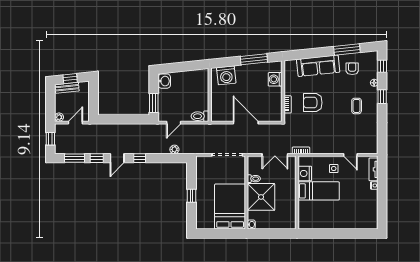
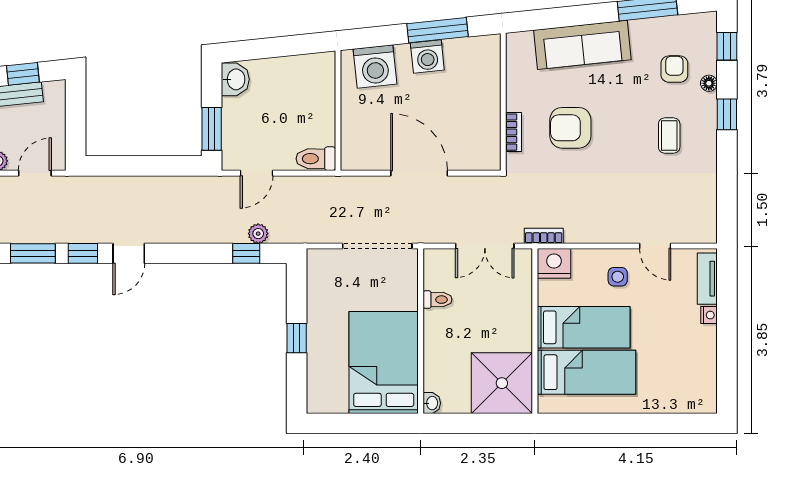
armchair: (352, 69) -> (674, 69), moved
washing machine: (275, 79) -> (427, 57), moved, turned -96
window: (140, 158) -> (246, 253), moved
nightstand: (305, 173) -> (554, 263), moved, turned 90
shower: (261, 197) -> (502, 383), moved
bed: (320, 211) -> (586, 372), added

